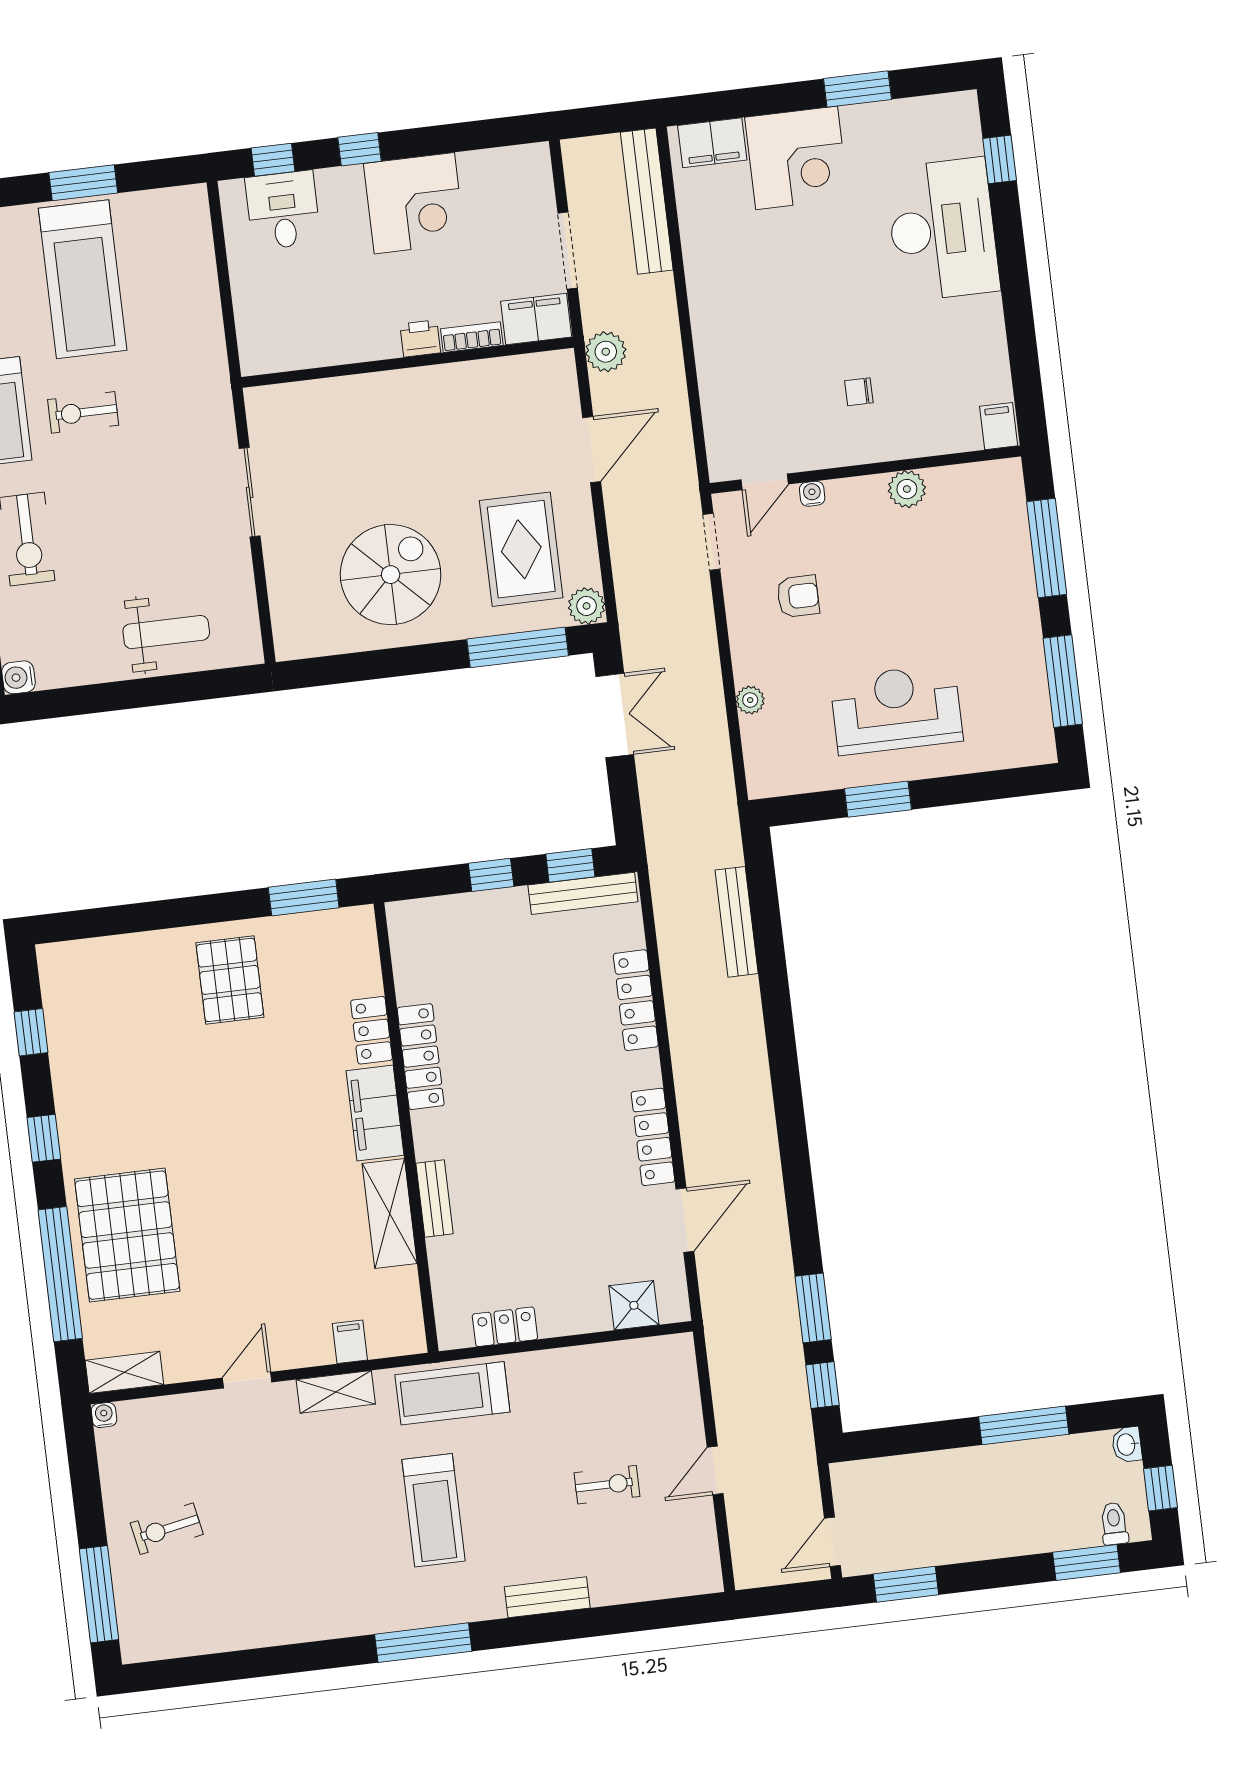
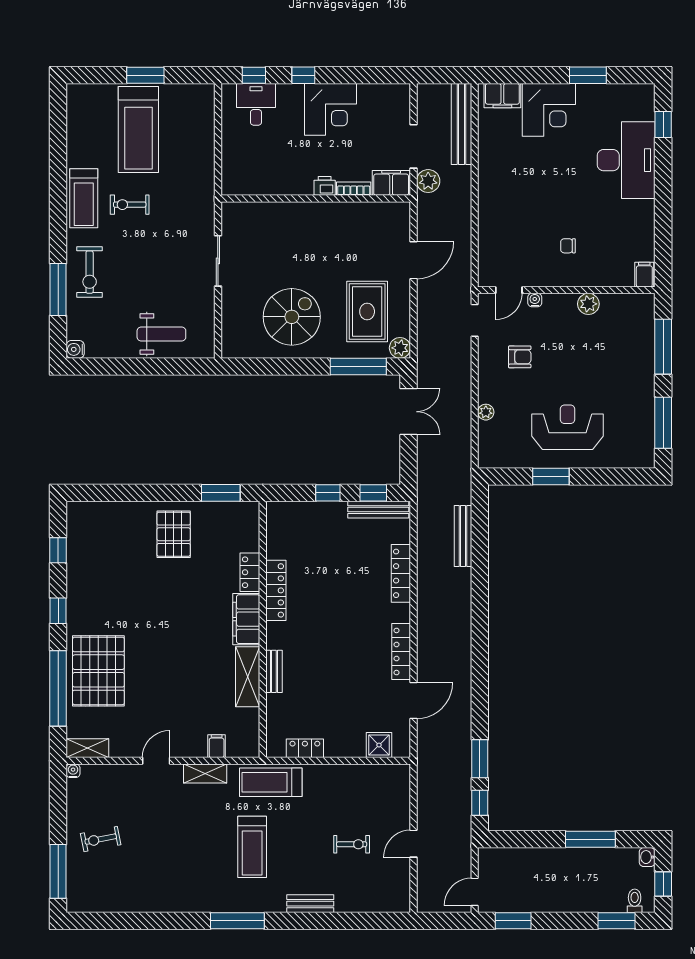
plant: (606, 352) -> (428, 181), moved

